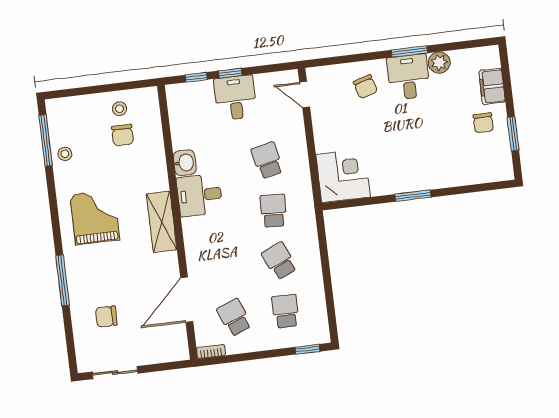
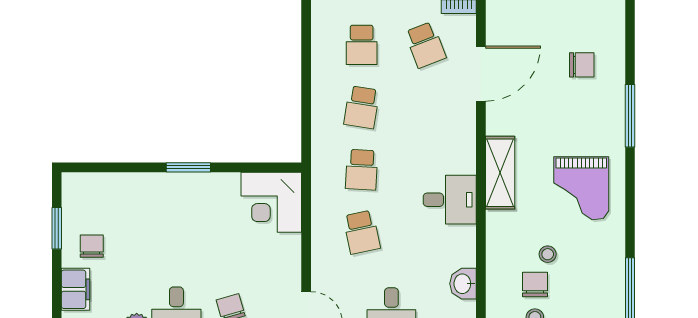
stool: (65, 154) -> (548, 254), moved
washbasin: (185, 163) -> (463, 284), moved
school desk: (279, 261) -> (362, 107), turned 33

